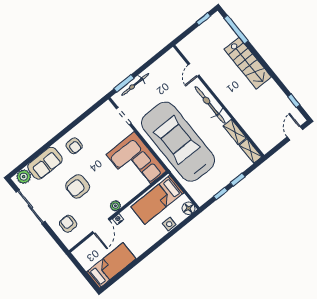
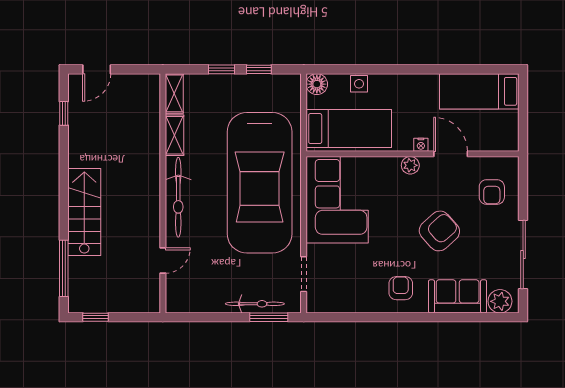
armchair: (78, 186) -> (439, 231), turned -42
door: (101, 226) -> (451, 154), hinge flipped

